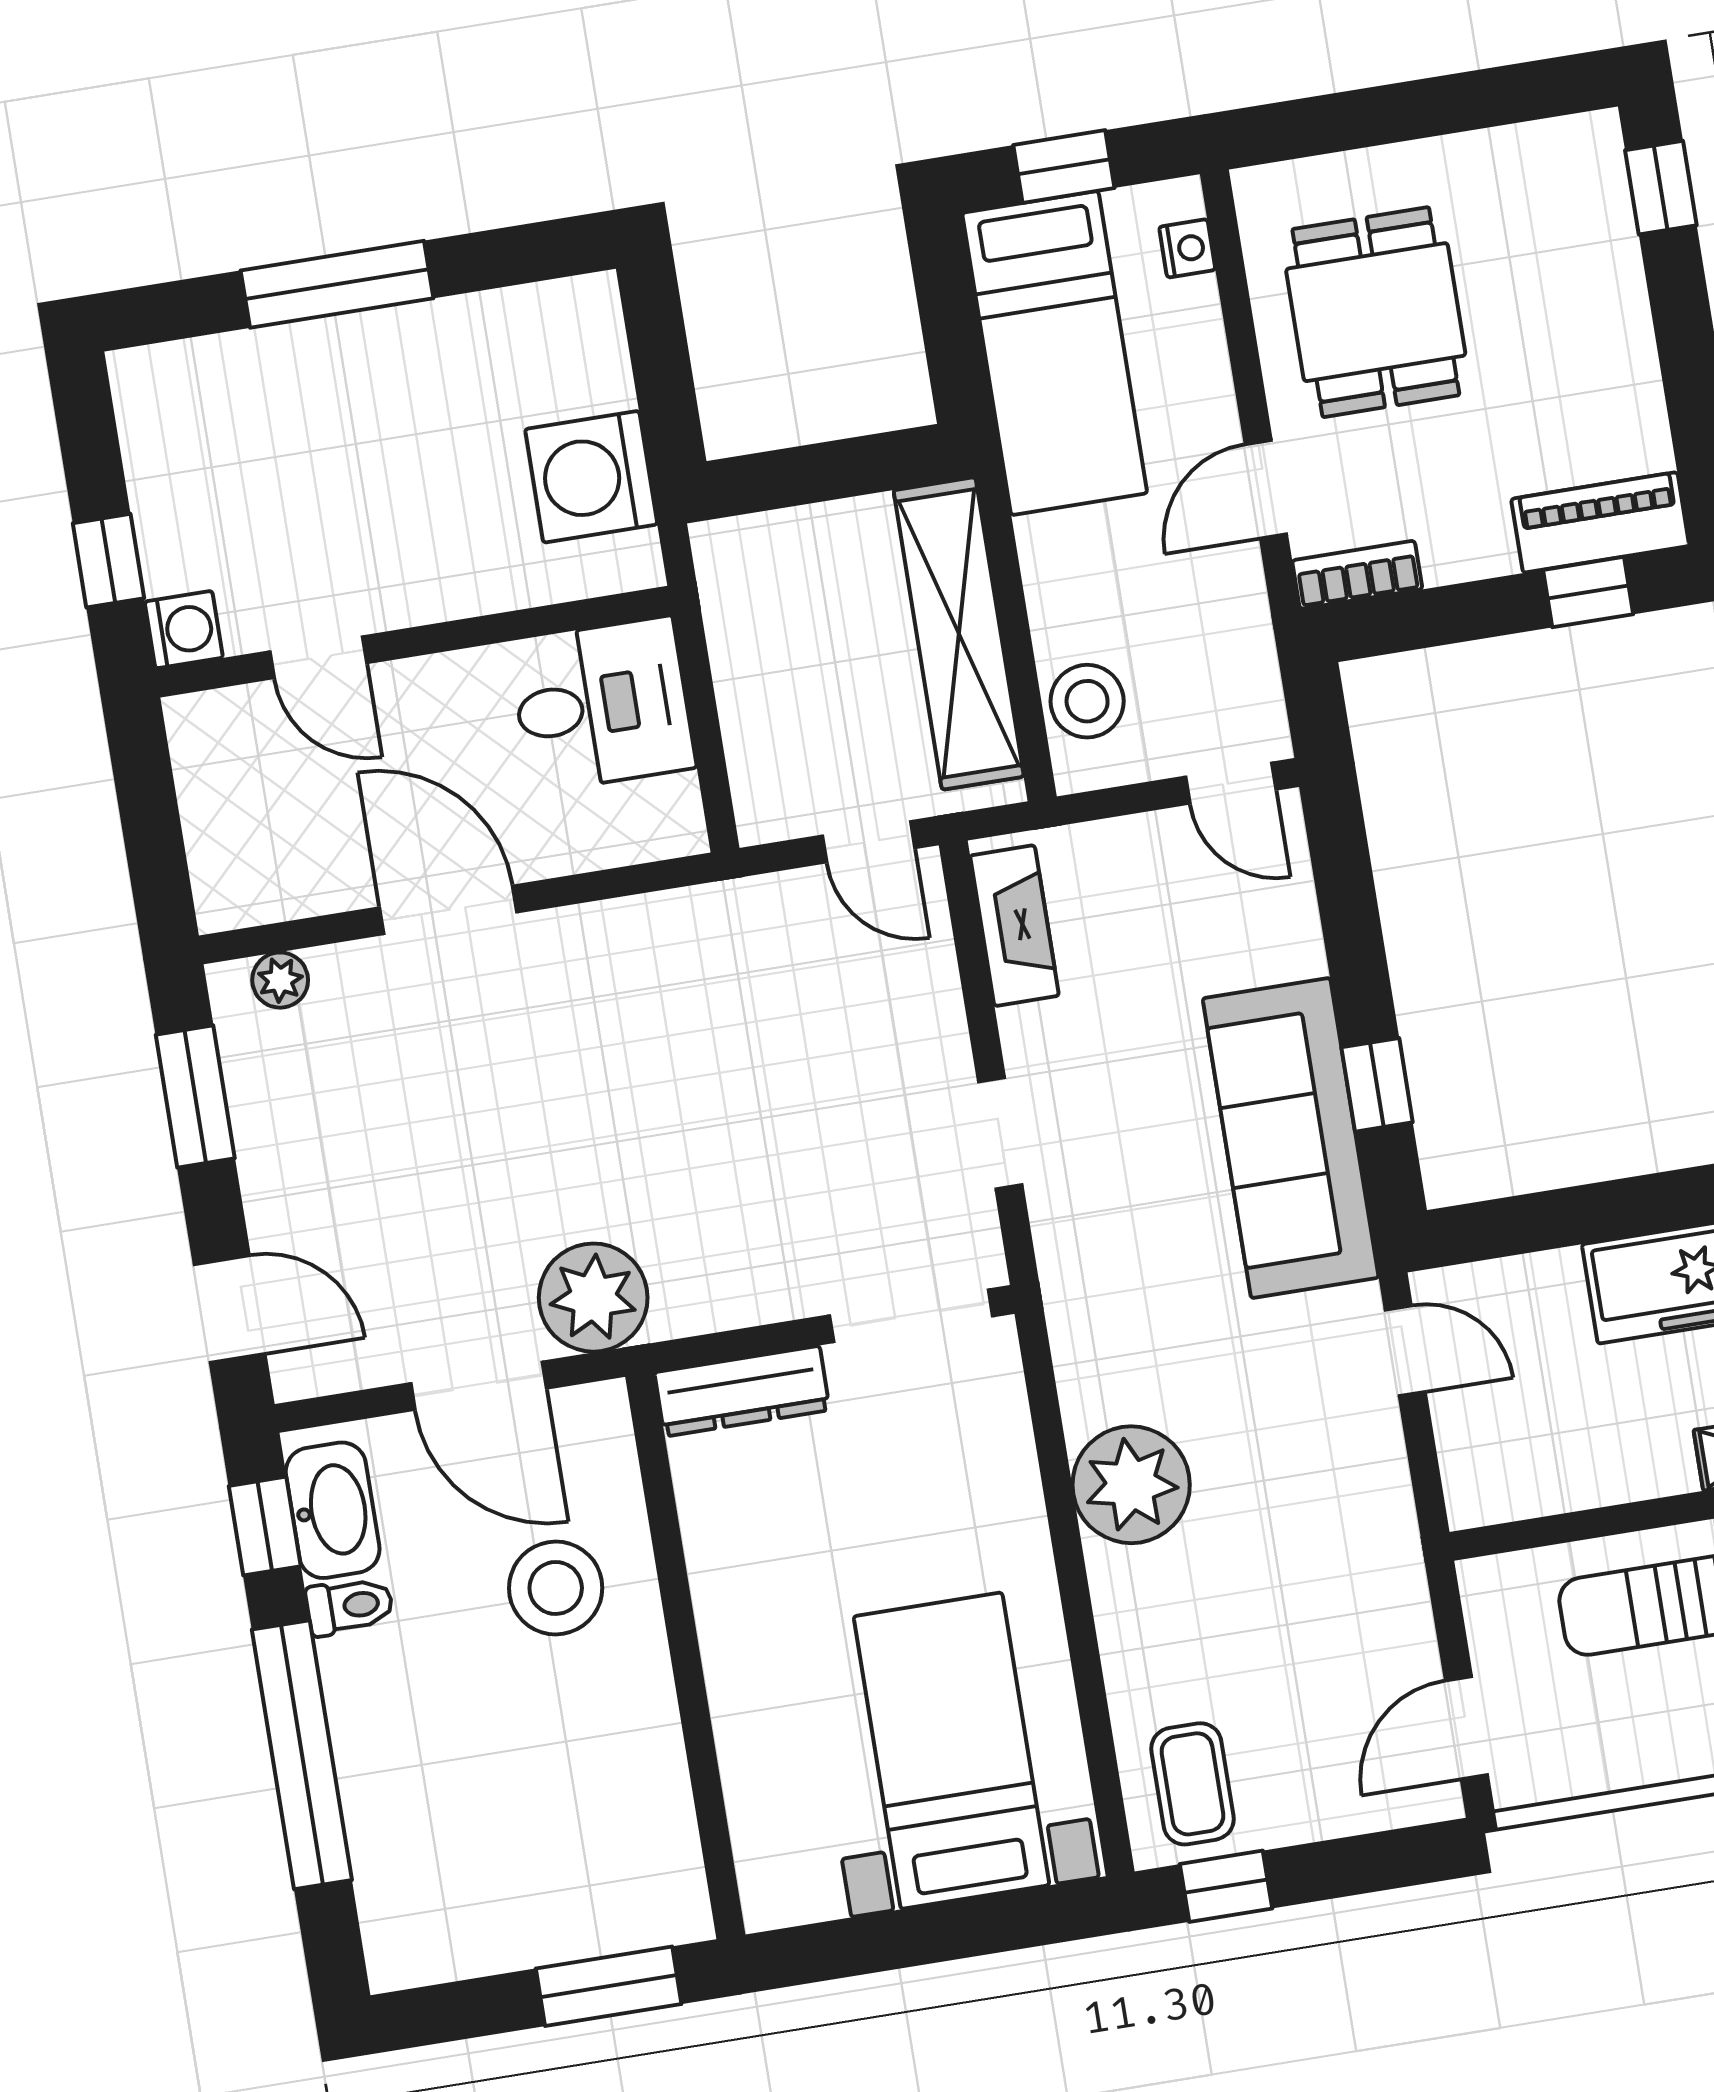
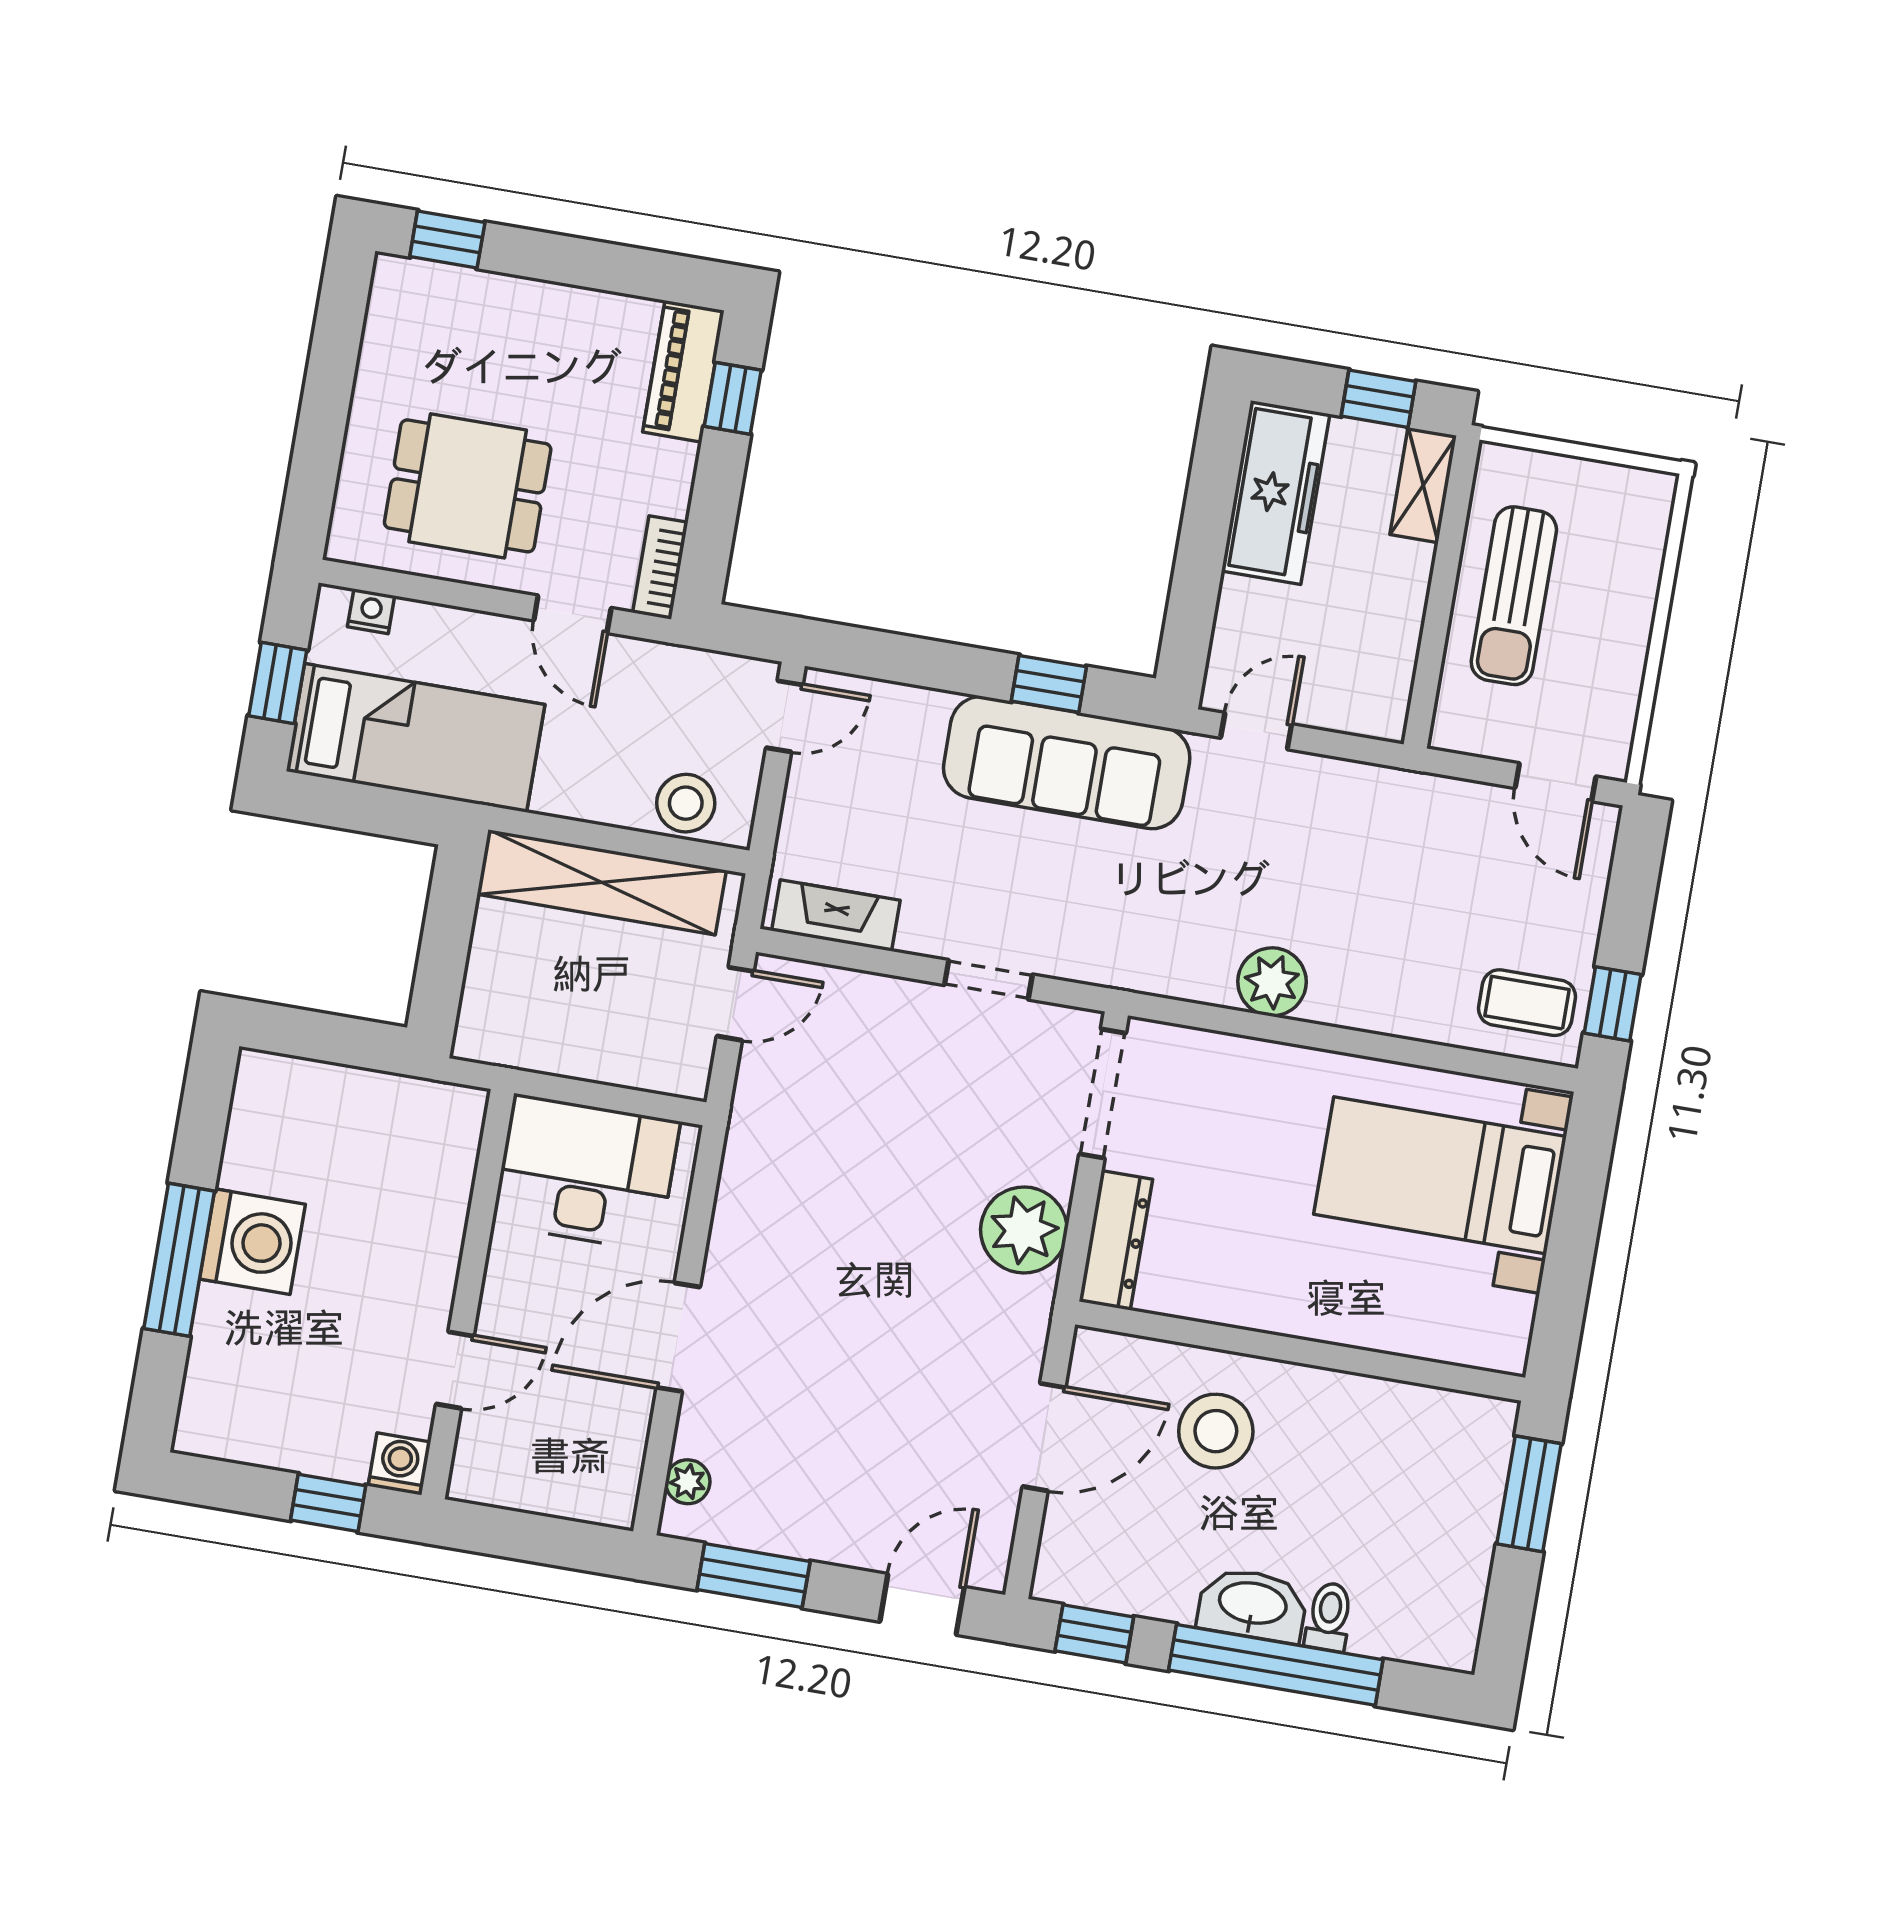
washing machine: (591, 477) -> (252, 1242), moved, turned -90
desk: (602, 705) -> (586, 1173), width x1.37
plant: (593, 1298) -> (1024, 1230), moved
plant: (1131, 1485) -> (1272, 982), width x0.73, depth x0.73
washbasin: (333, 1510) -> (1252, 1605), moved
toilet: (350, 1606) -> (1329, 1617), moved

